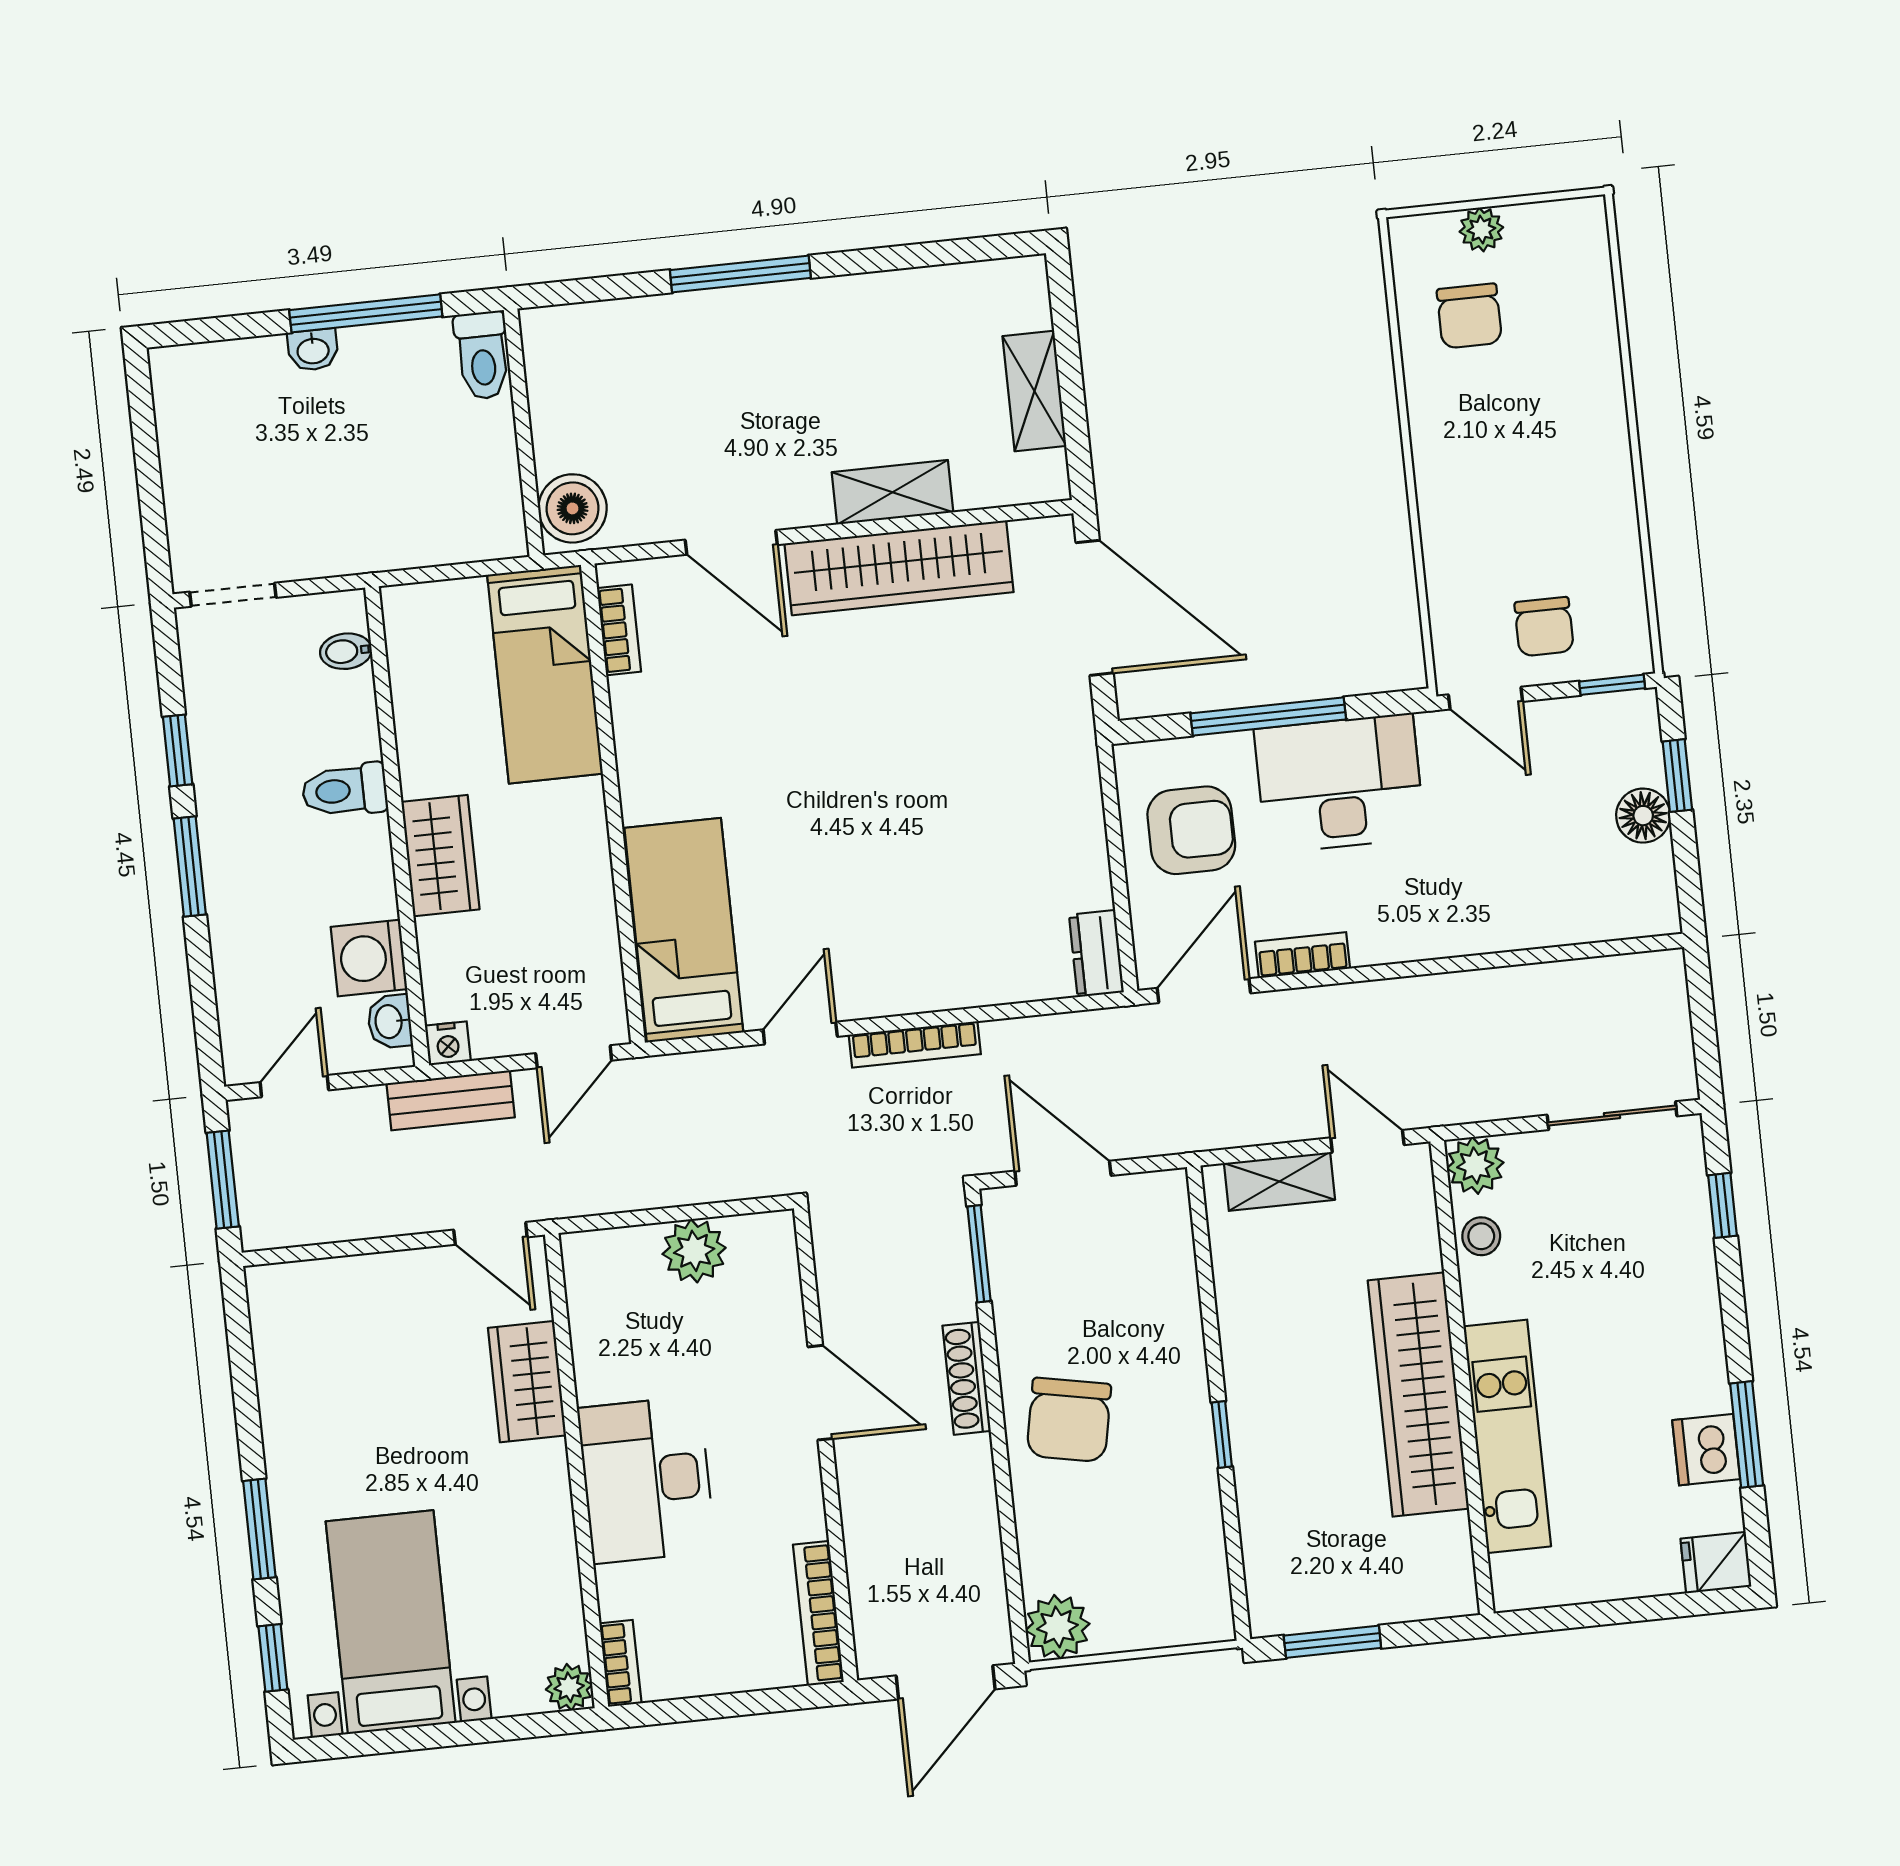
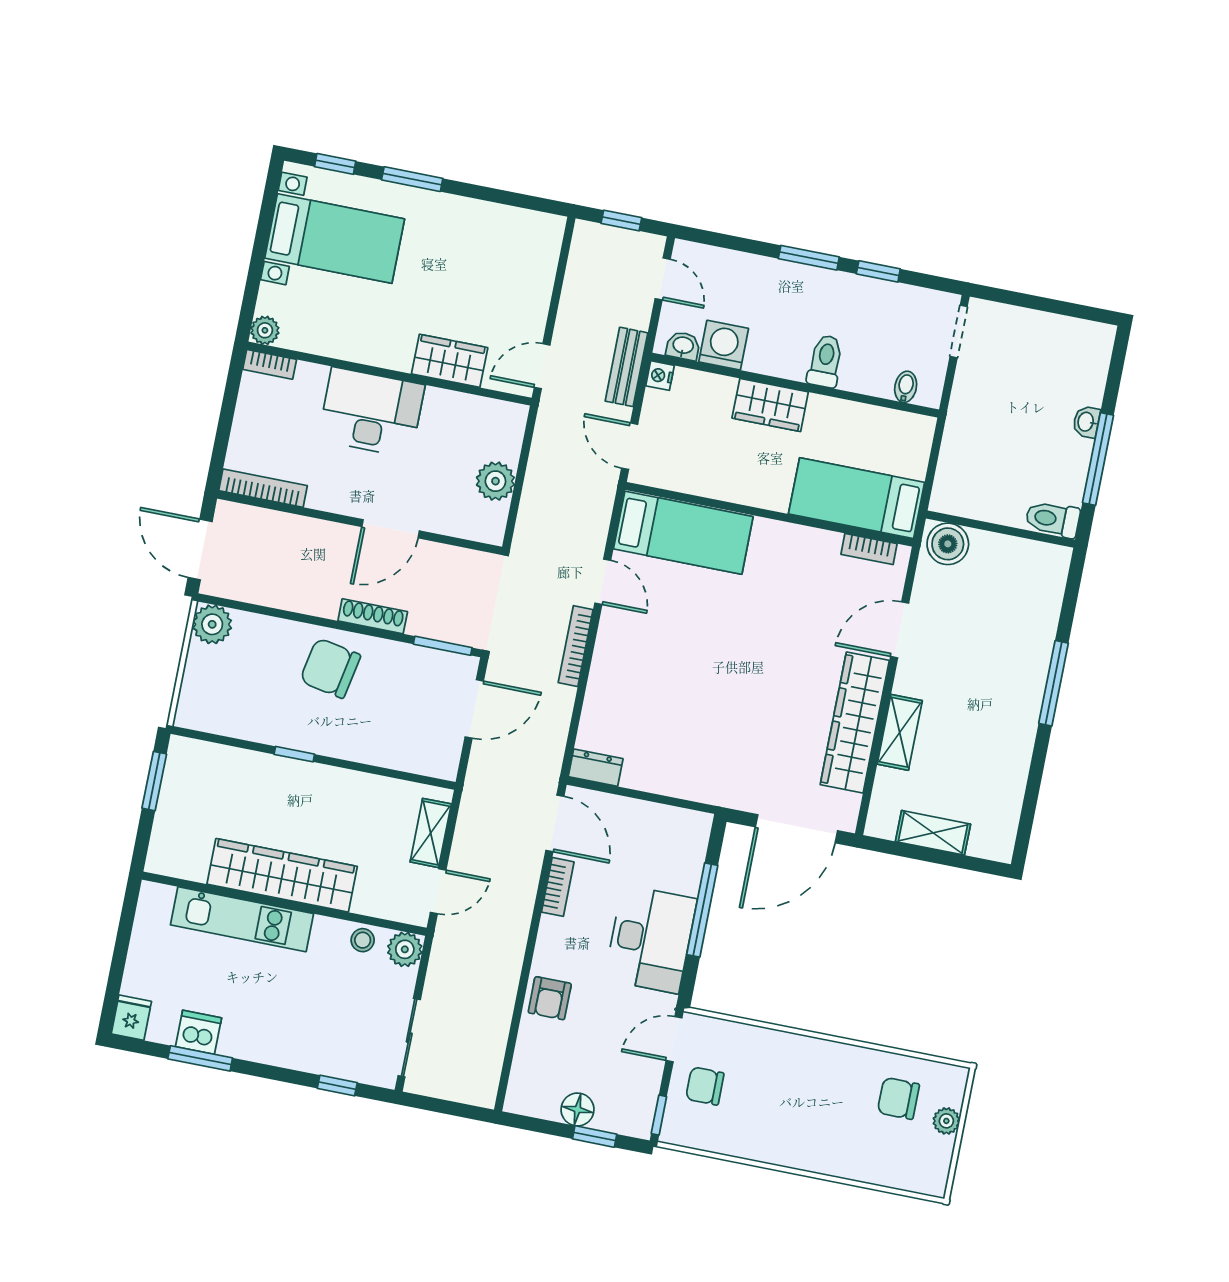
armchair: (1191, 830) -> (550, 998), moved, width x0.72, depth x0.72
window: (223, 1180) -> (621, 221), width x0.67

